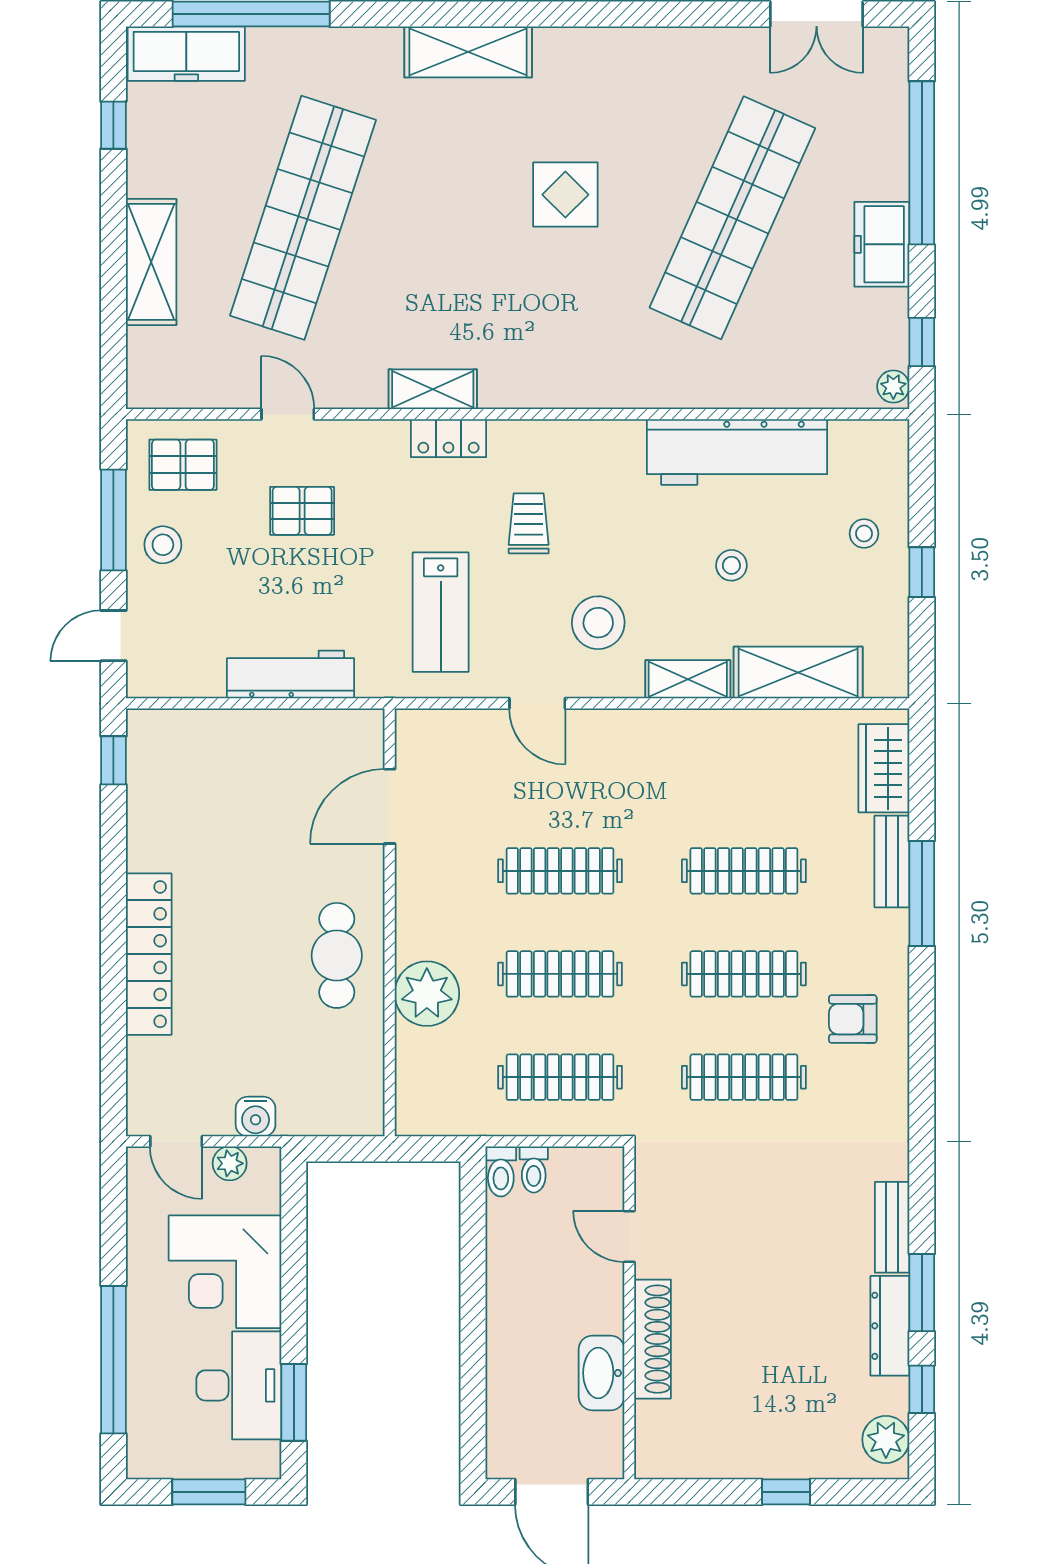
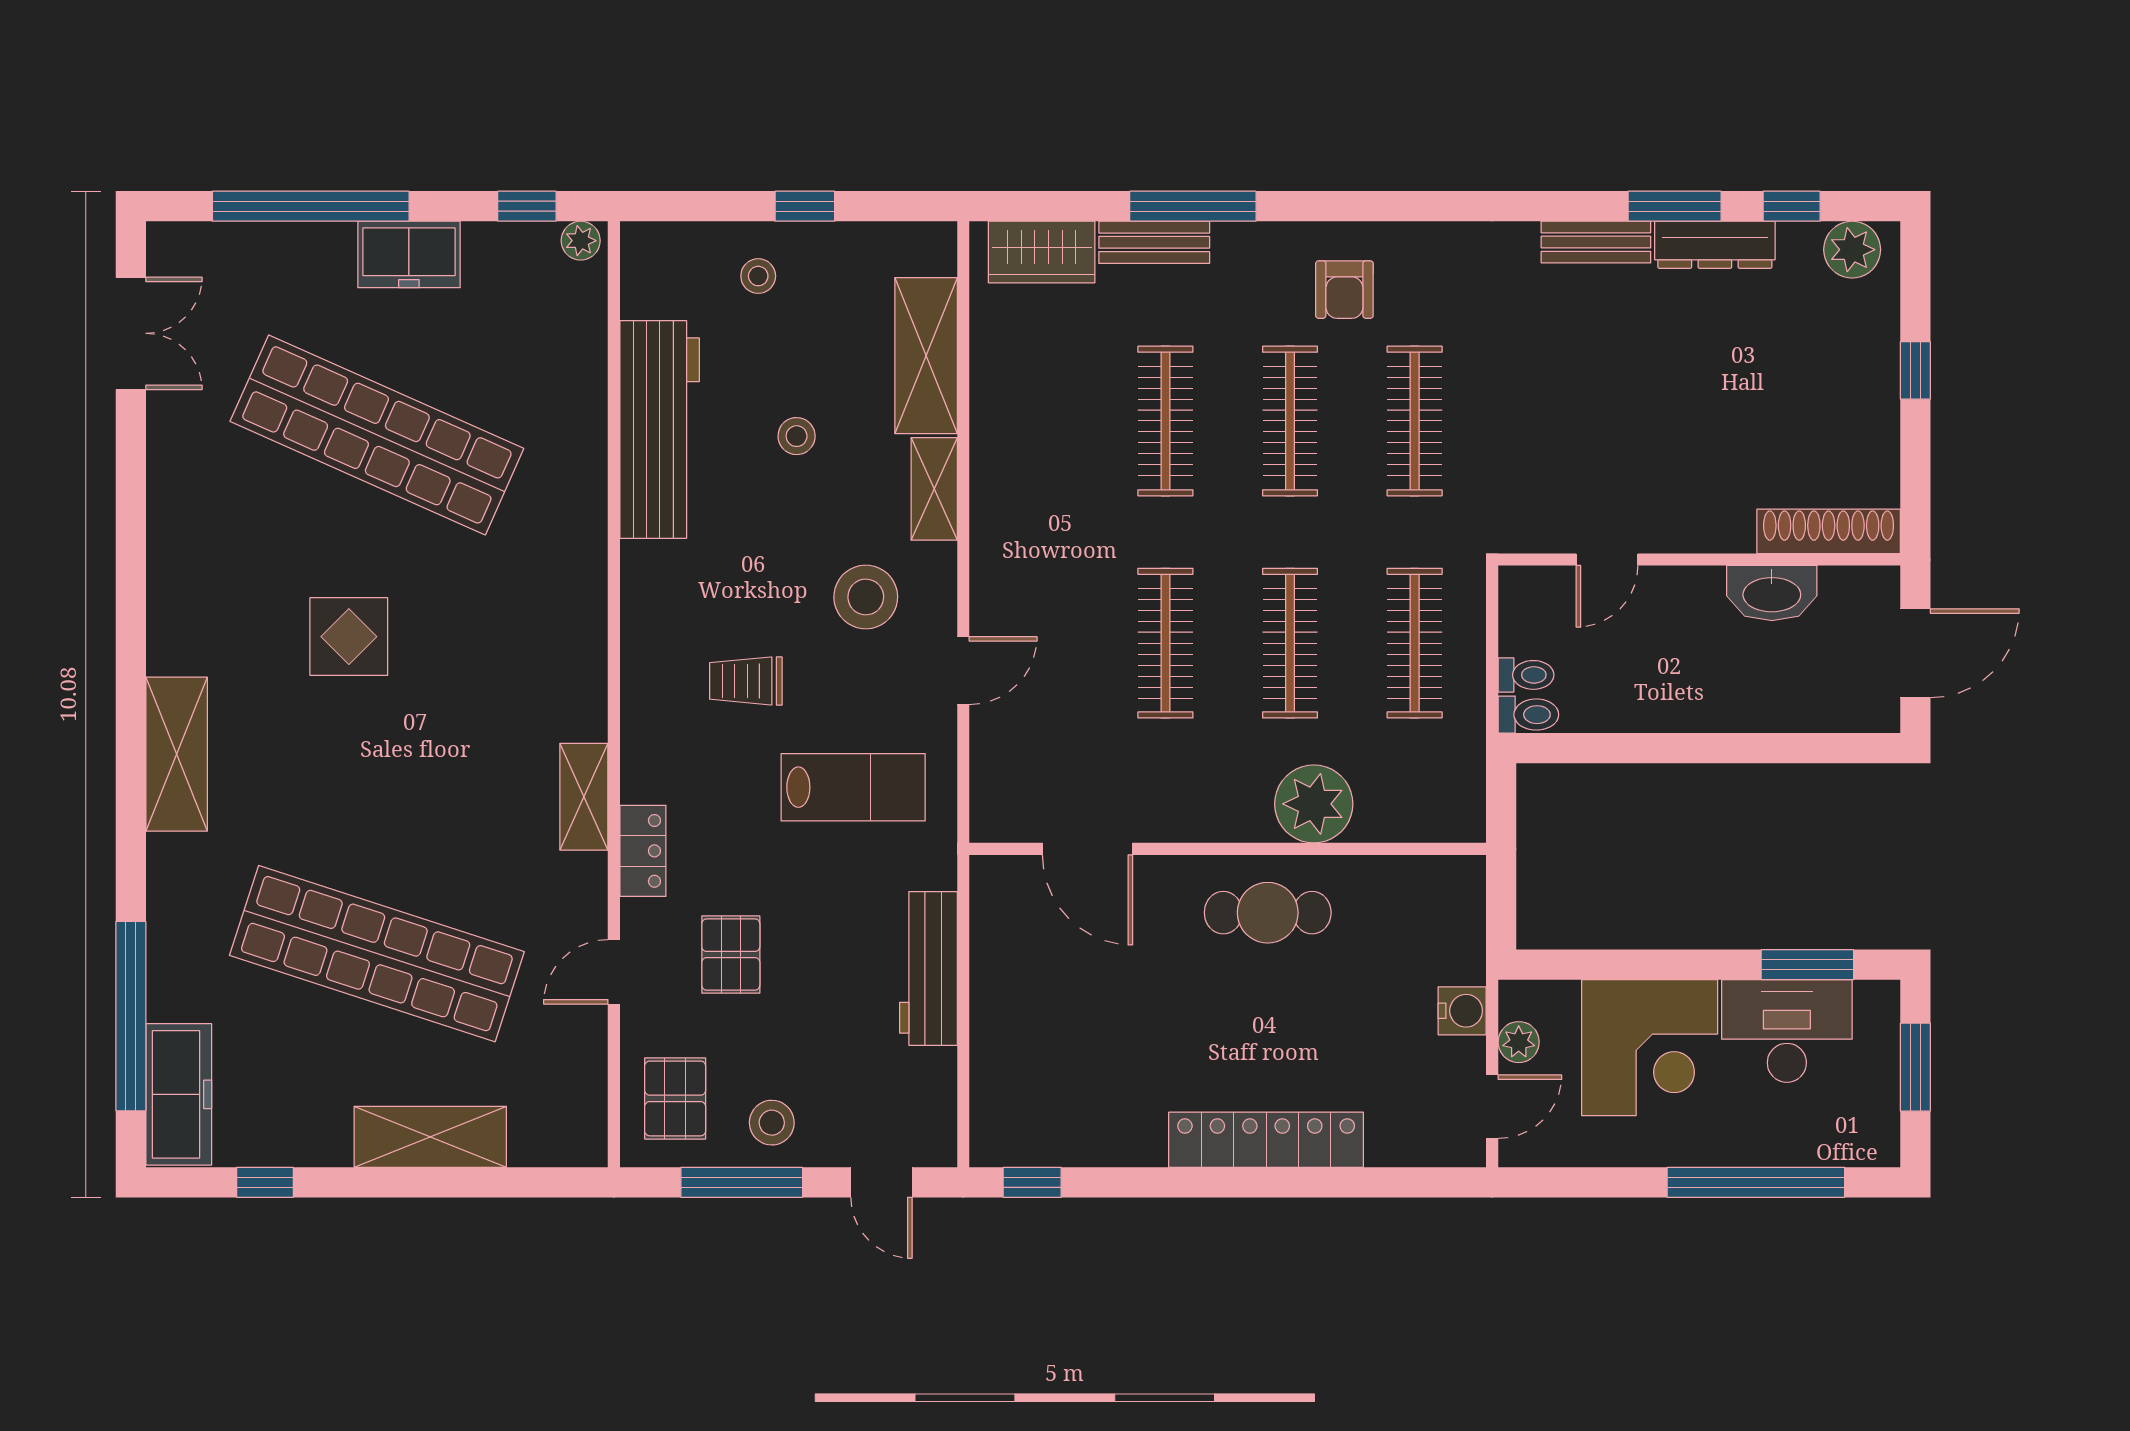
locker: (449, 438) -> (643, 851), moved
shoe rack: (653, 1339) -> (1829, 531), moved

